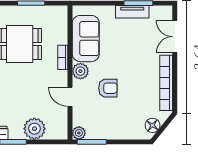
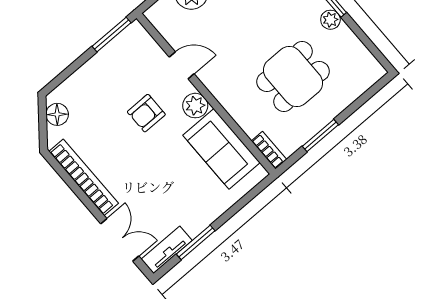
tv unit: (132, 12) -> (167, 250), moved
bookcase: (63, 57) -> (269, 150), moved
plant: (79, 133) -> (135, 32), removed

